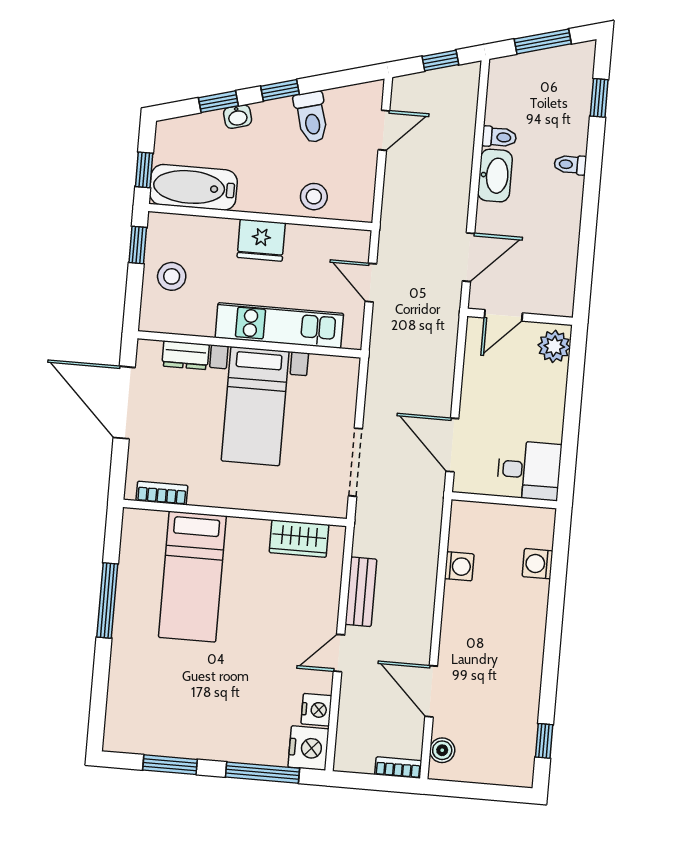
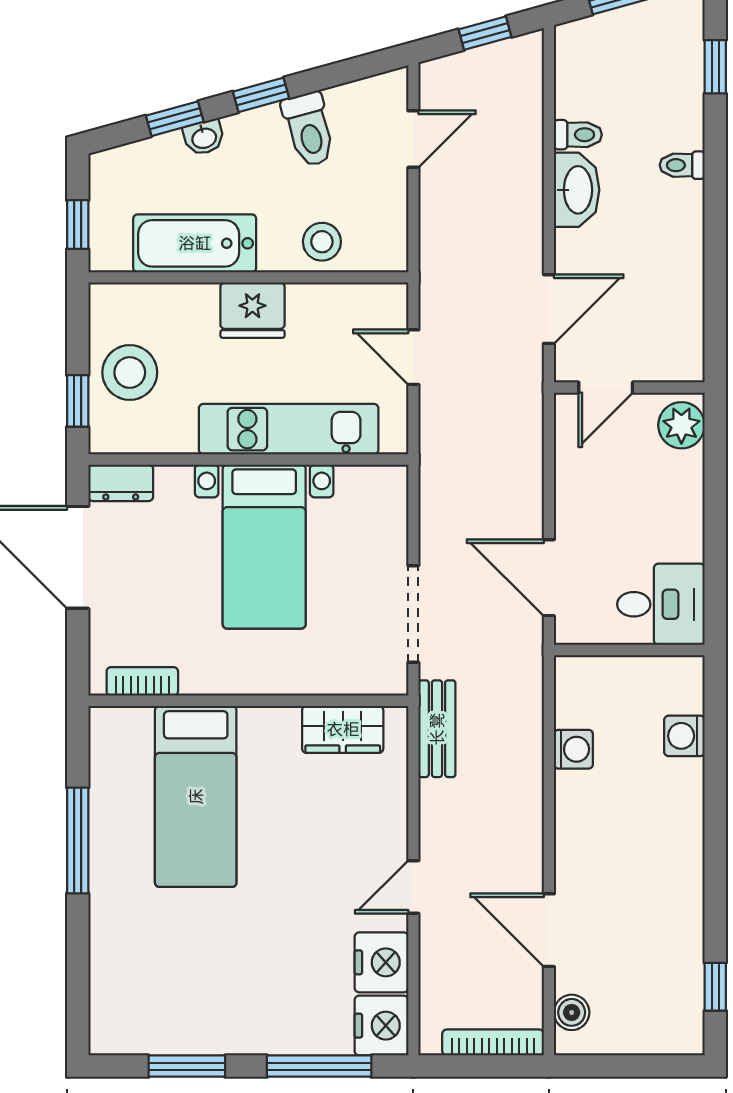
bathtub: (193, 187) -> (195, 243), moved
window: (138, 245) -> (78, 401), moved
stool: (172, 276) -> (130, 372), width x1.38, depth x1.38
dresser: (186, 355) -> (121, 483), moved
bench: (361, 592) -> (437, 729), moved
nightstand: (316, 710) -> (381, 962), width x1.36, depth x1.33
bookcase: (398, 768) -> (493, 1042), width x1.56

